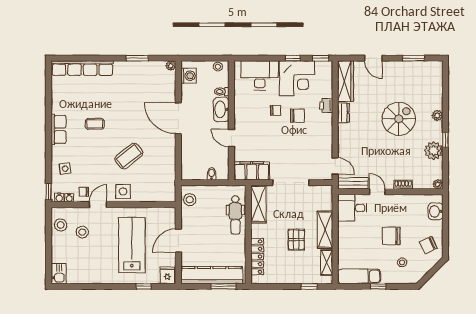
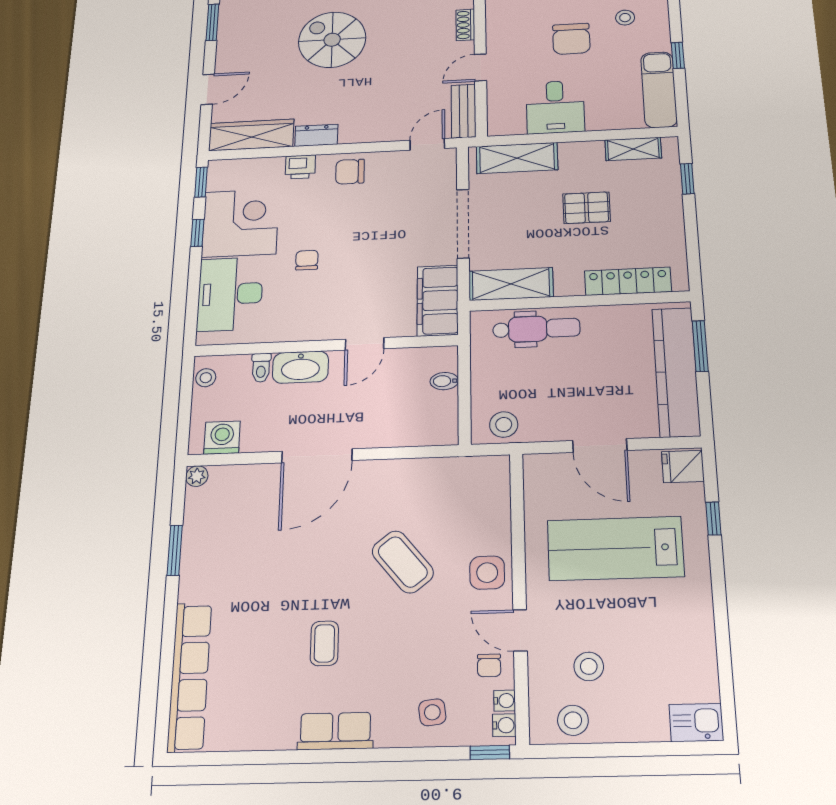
chair: (297, 116) -> (350, 172), moved, turned -90
desk: (352, 208) -> (555, 107), moved
shelving: (325, 230) -> (517, 158), moved

